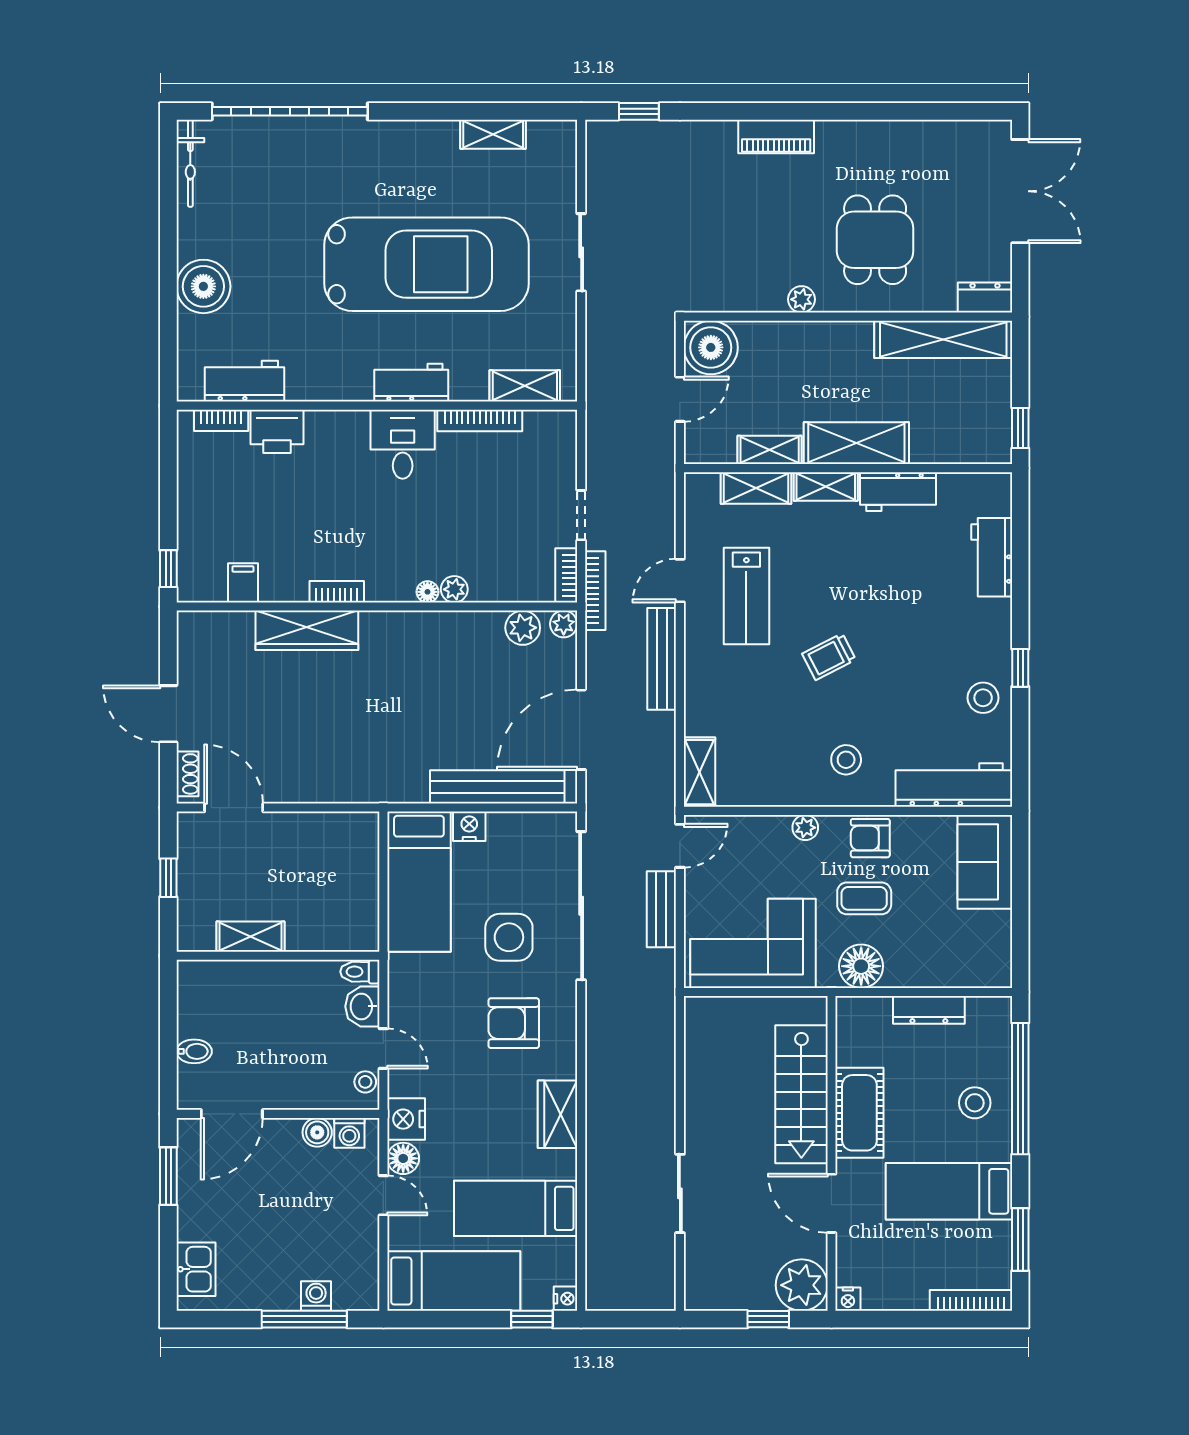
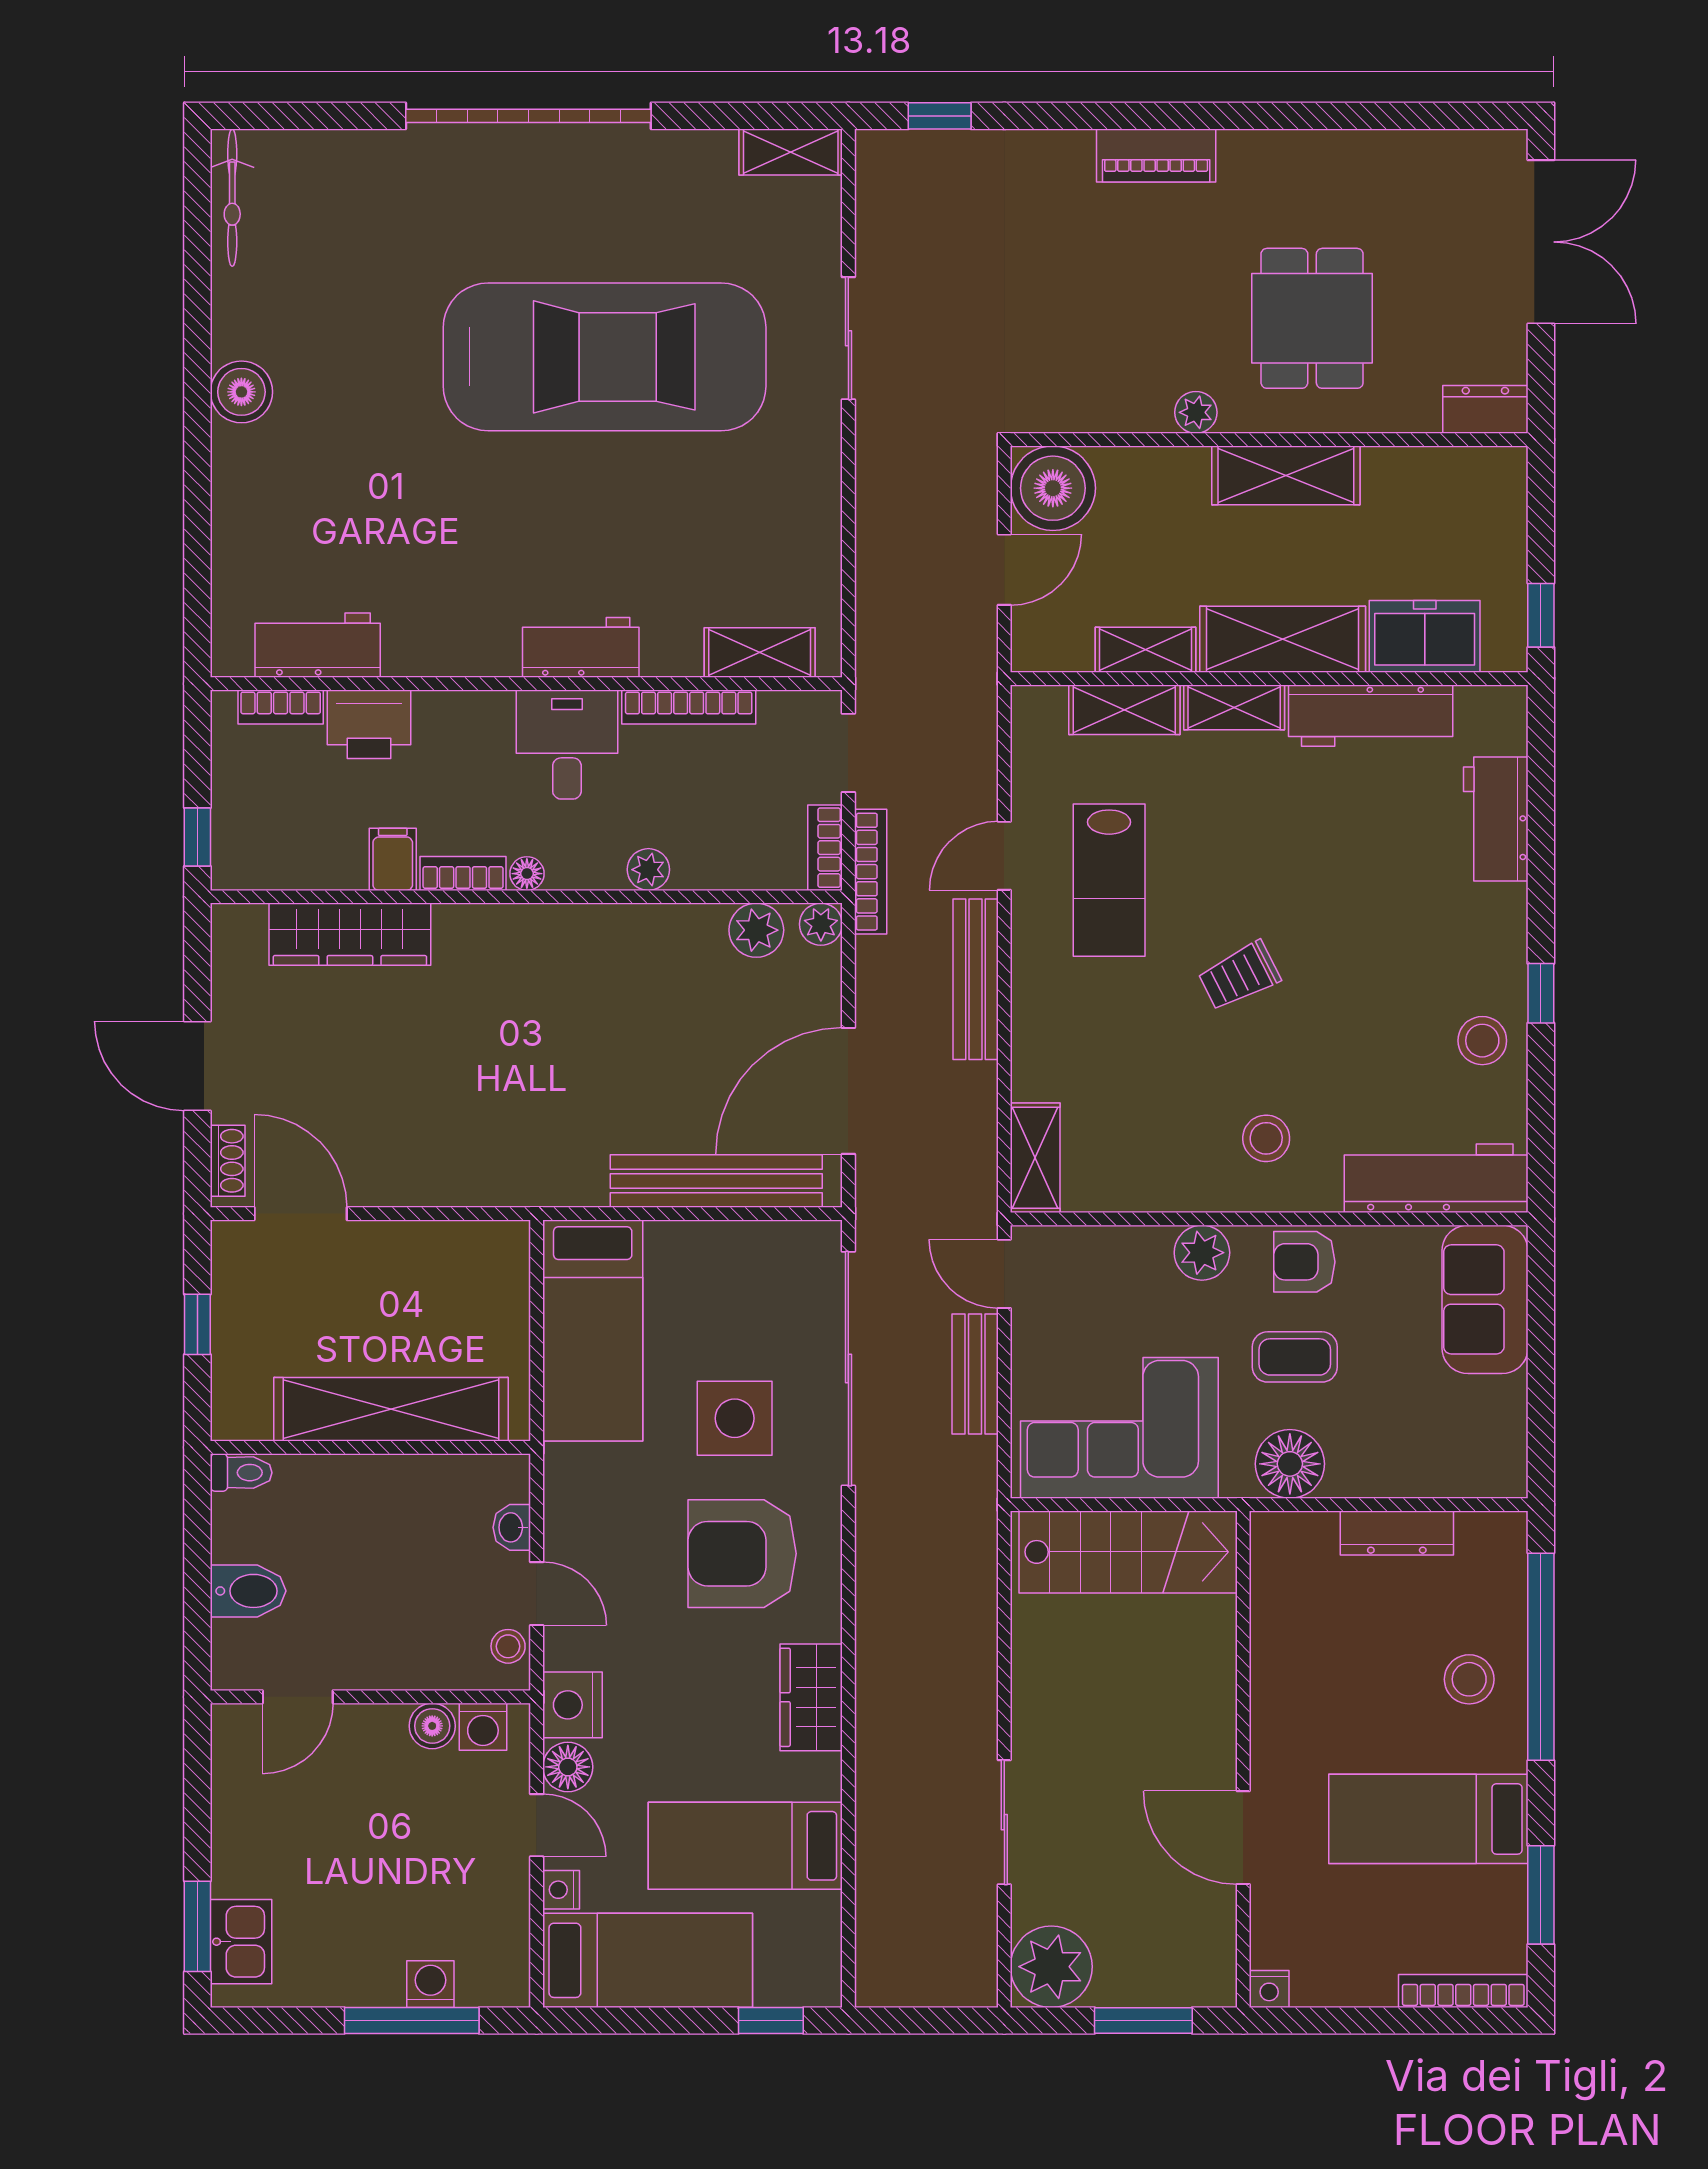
garage door: (290, 111) -> (528, 116), moved
shelving: (493, 134) -> (791, 152), moved
boiler: (203, 286) -> (241, 392), width x0.73, depth x0.73
shelving: (943, 339) -> (1286, 475), moved, width x0.68
workbench: (244, 381) -> (318, 645), moved
workbench: (411, 383) -> (581, 647), moved
shelving: (525, 386) -> (760, 653), moved
wall: (377, 406) -> (526, 684), moved
bookcase: (221, 420) -> (281, 707), moved
bookcase: (480, 420) -> (689, 707), moved
printer: (277, 431) -> (369, 724), moved
freezer: (947, 441) -> (1425, 636), added
desk: (403, 444) -> (567, 745), moved
workbench: (898, 492) -> (1371, 716), width x1.38
filing cabinet: (243, 583) -> (393, 859), moved
floor lamp: (427, 592) -> (527, 874), moved
wardrobe: (307, 630) -> (350, 934), moved
nightstand: (469, 826) -> (672, 1243), removed
plant: (805, 828) -> (1202, 1253), width x1.38, depth x1.38
door: (680, 846) -> (1004, 1274), swing flipped
shelving: (251, 937) -> (391, 1409), width x2.20, depth x1.33
toilet: (360, 972) -> (241, 1473), moved, turned 180
washbasin: (362, 1006) -> (512, 1527), width x0.72, depth x0.69
armchair: (514, 1023) -> (742, 1554), width x1.36, depth x1.36
bidet: (194, 1051) -> (248, 1591), width x1.38, depth x1.36
stairs: (801, 1094) -> (1128, 1552), moved, turned -90
cot: (859, 1113) -> (1287, 1695), removed
door: (232, 1114) -> (298, 1697), width x0.73
window: (168, 1176) -> (197, 1926), moved
plant: (802, 1285) -> (1051, 1967), moved
nightstand: (566, 1299) -> (561, 1890), moved, turned 180
window: (768, 1319) -> (1143, 2020), width x1.50

